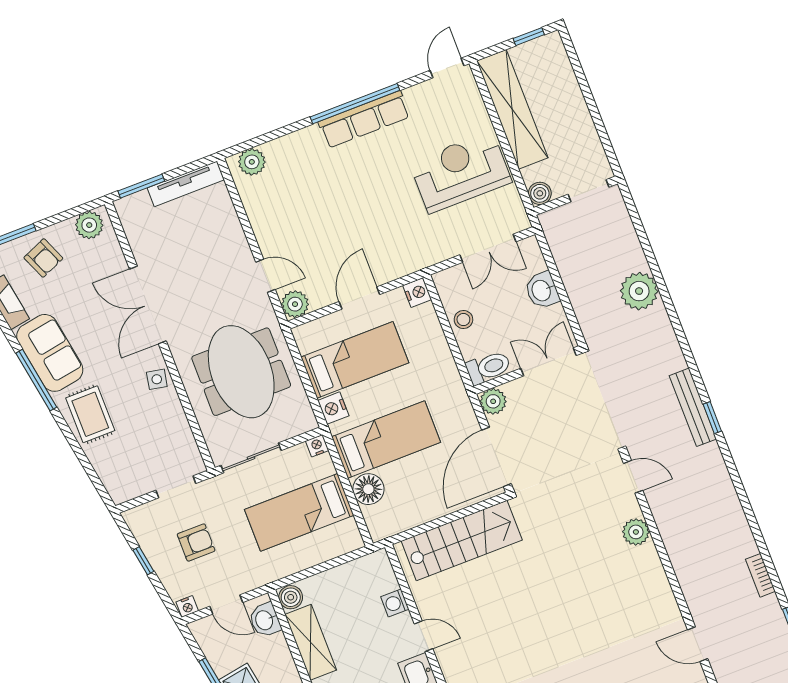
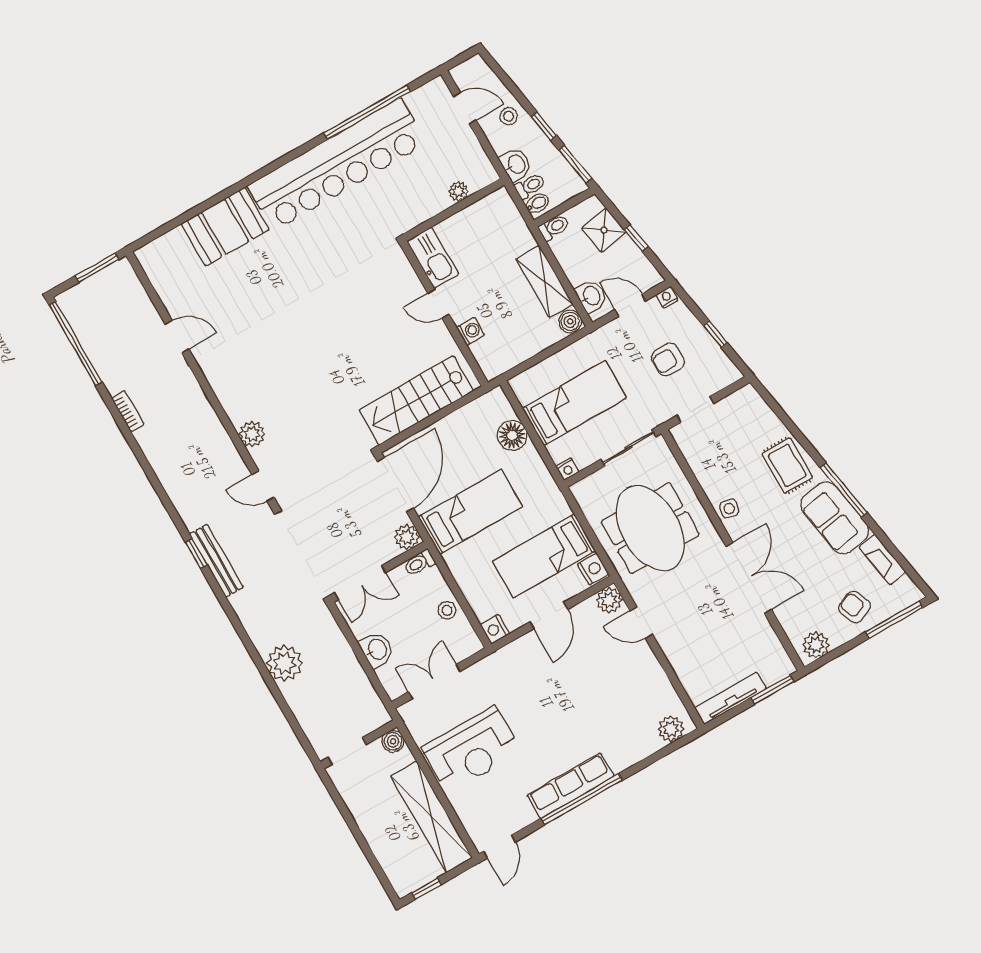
toilet: (488, 367) -> (419, 563), width x0.73, depth x0.72
nightstand: (333, 408) -> (593, 569), moved
bed: (386, 439) -> (470, 512), moved, turned 180

